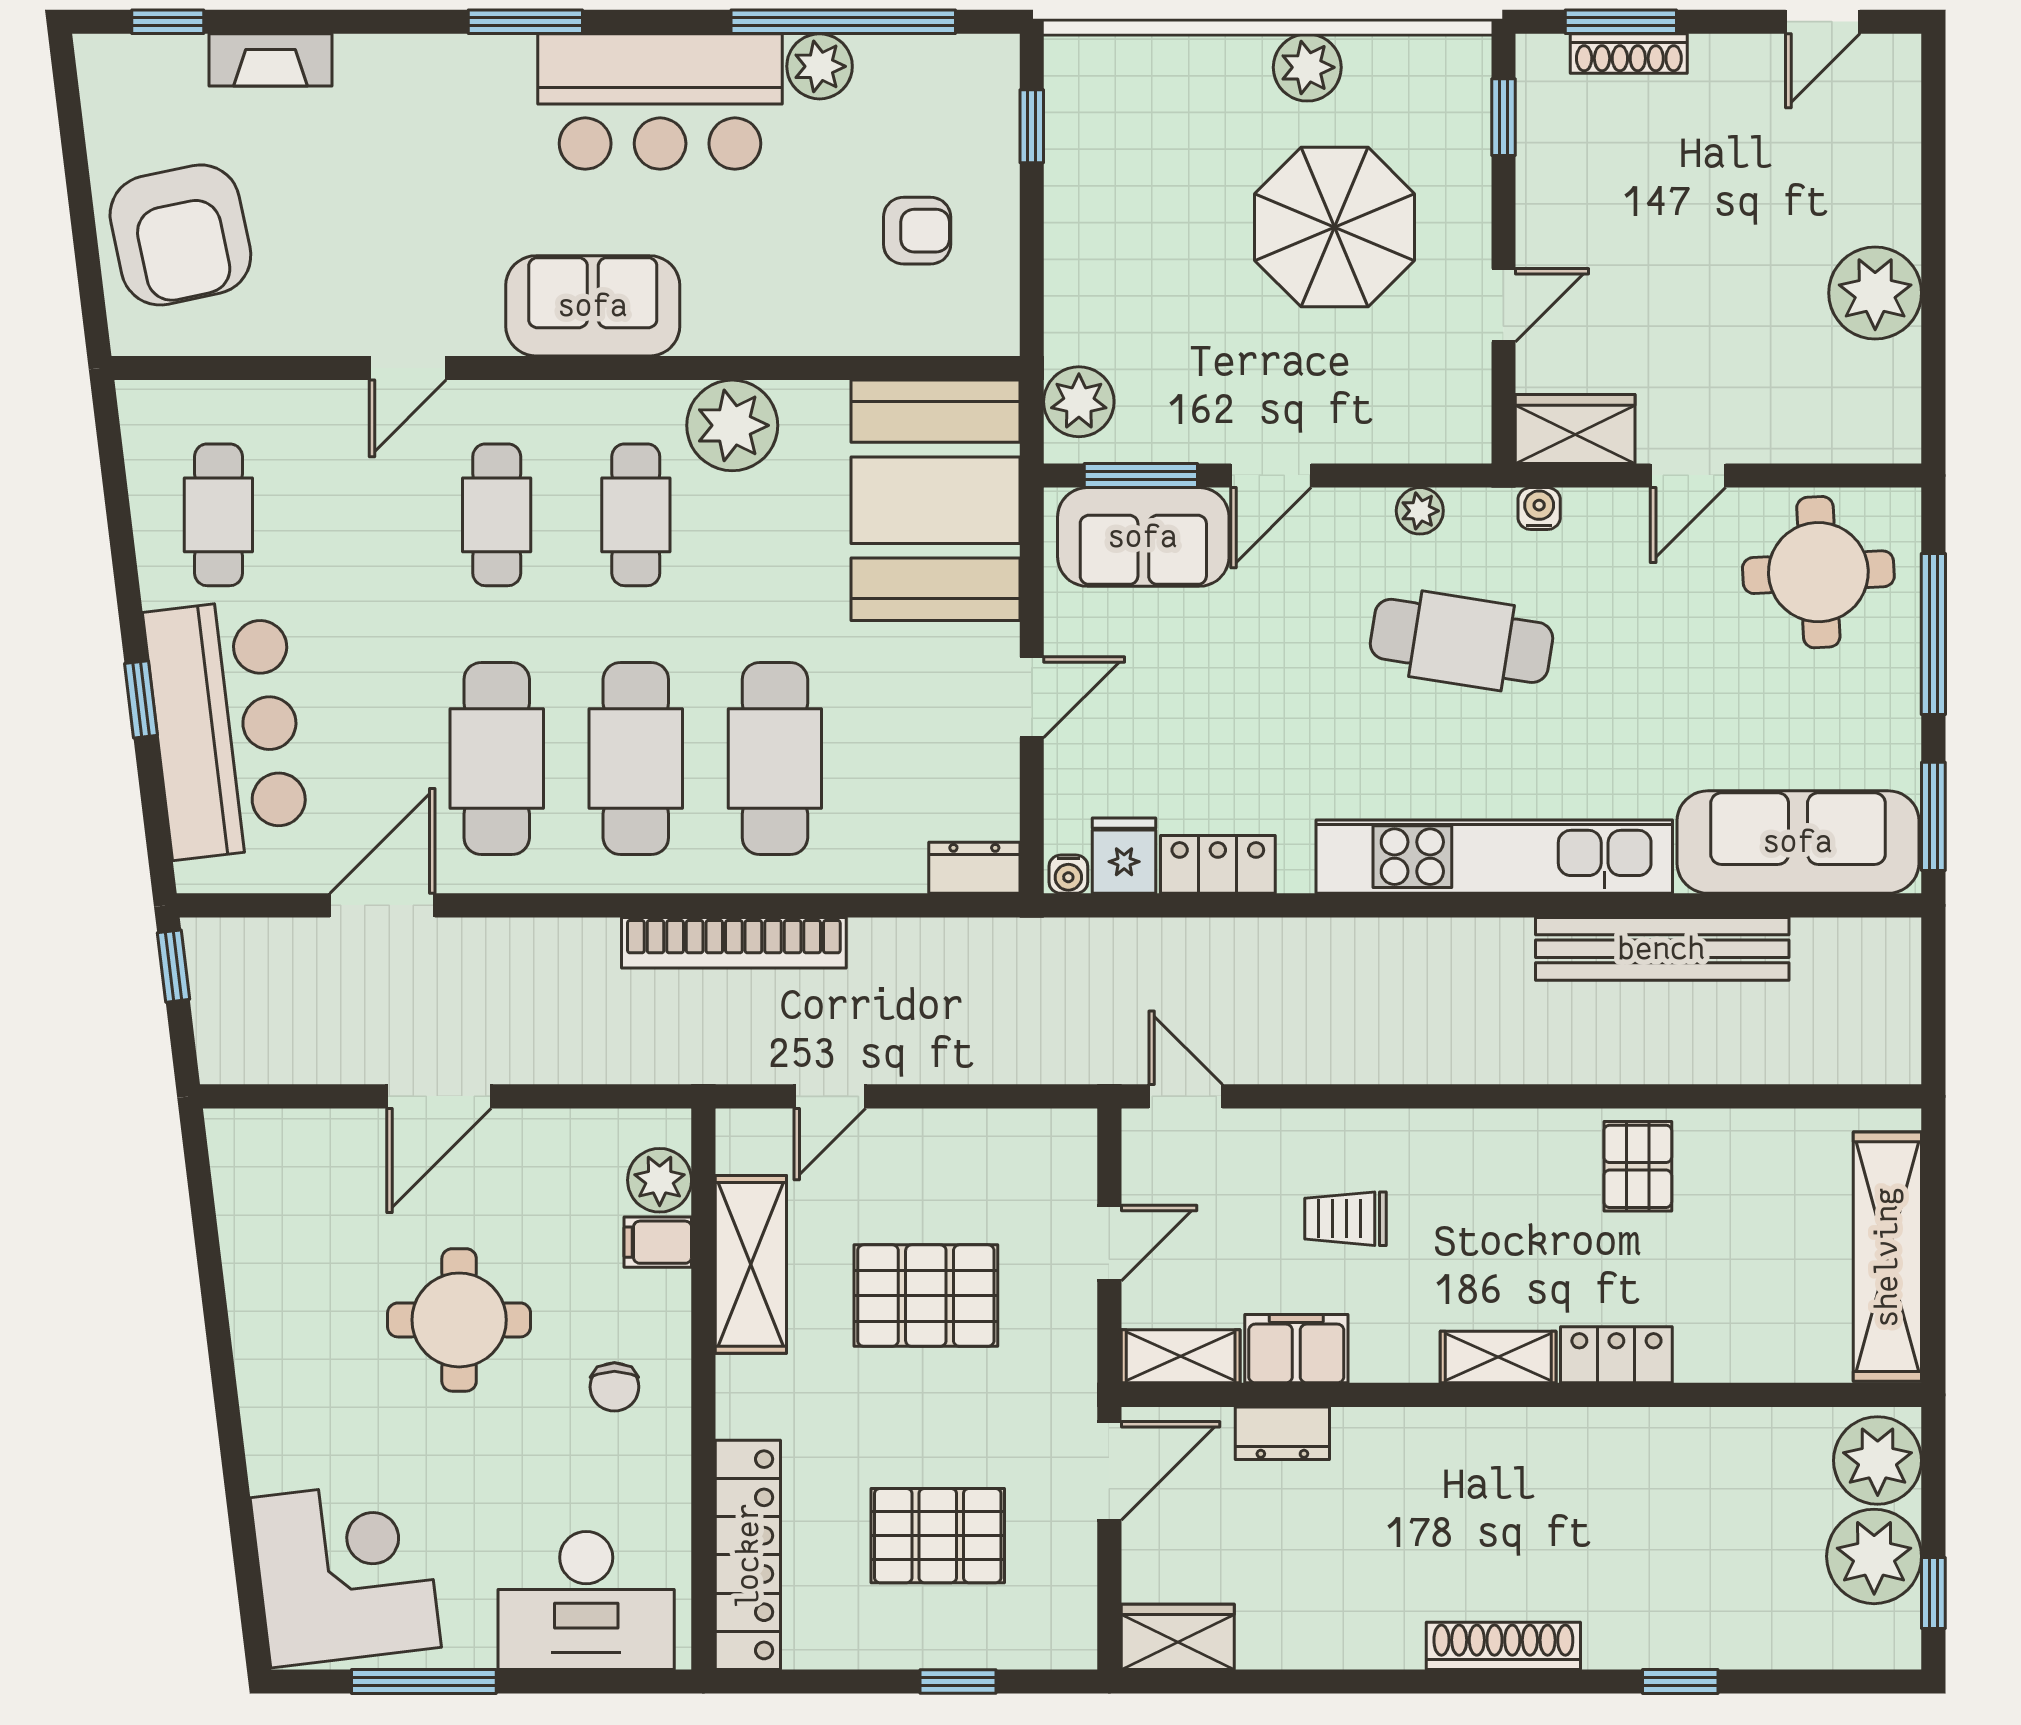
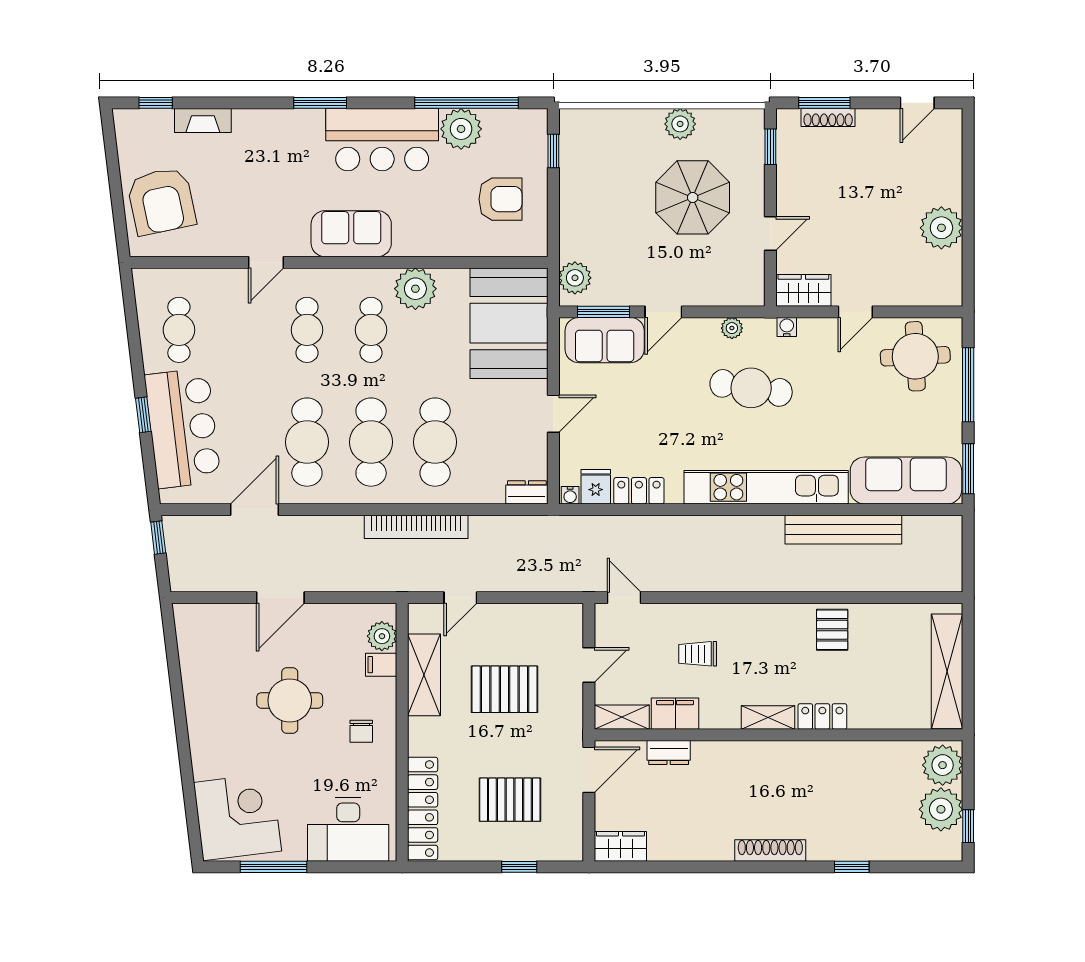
plant: (820, 66) -> (461, 129), width x1.36, depth x1.36
armchair: (917, 231) -> (500, 199), width x1.38, depth x1.38

